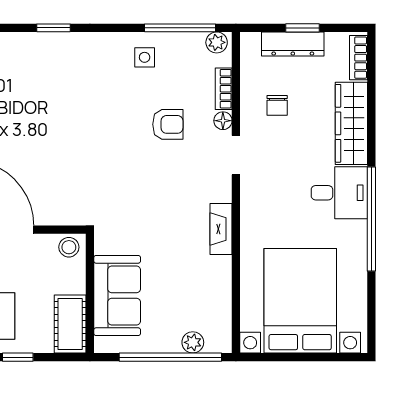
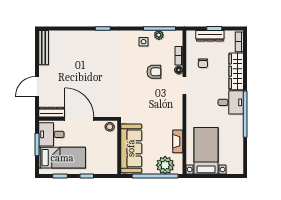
plant: (217, 42) -> (159, 35), moved
fireplace: (221, 229) -> (178, 141), moved
sofa: (117, 295) -> (131, 148), width x1.36
bed with nightstands: (300, 301) -> (206, 151), width x0.73
cot: (70, 324) -> (110, 161), removed
plant: (193, 342) -> (165, 165), width x1.88, depth x1.88

